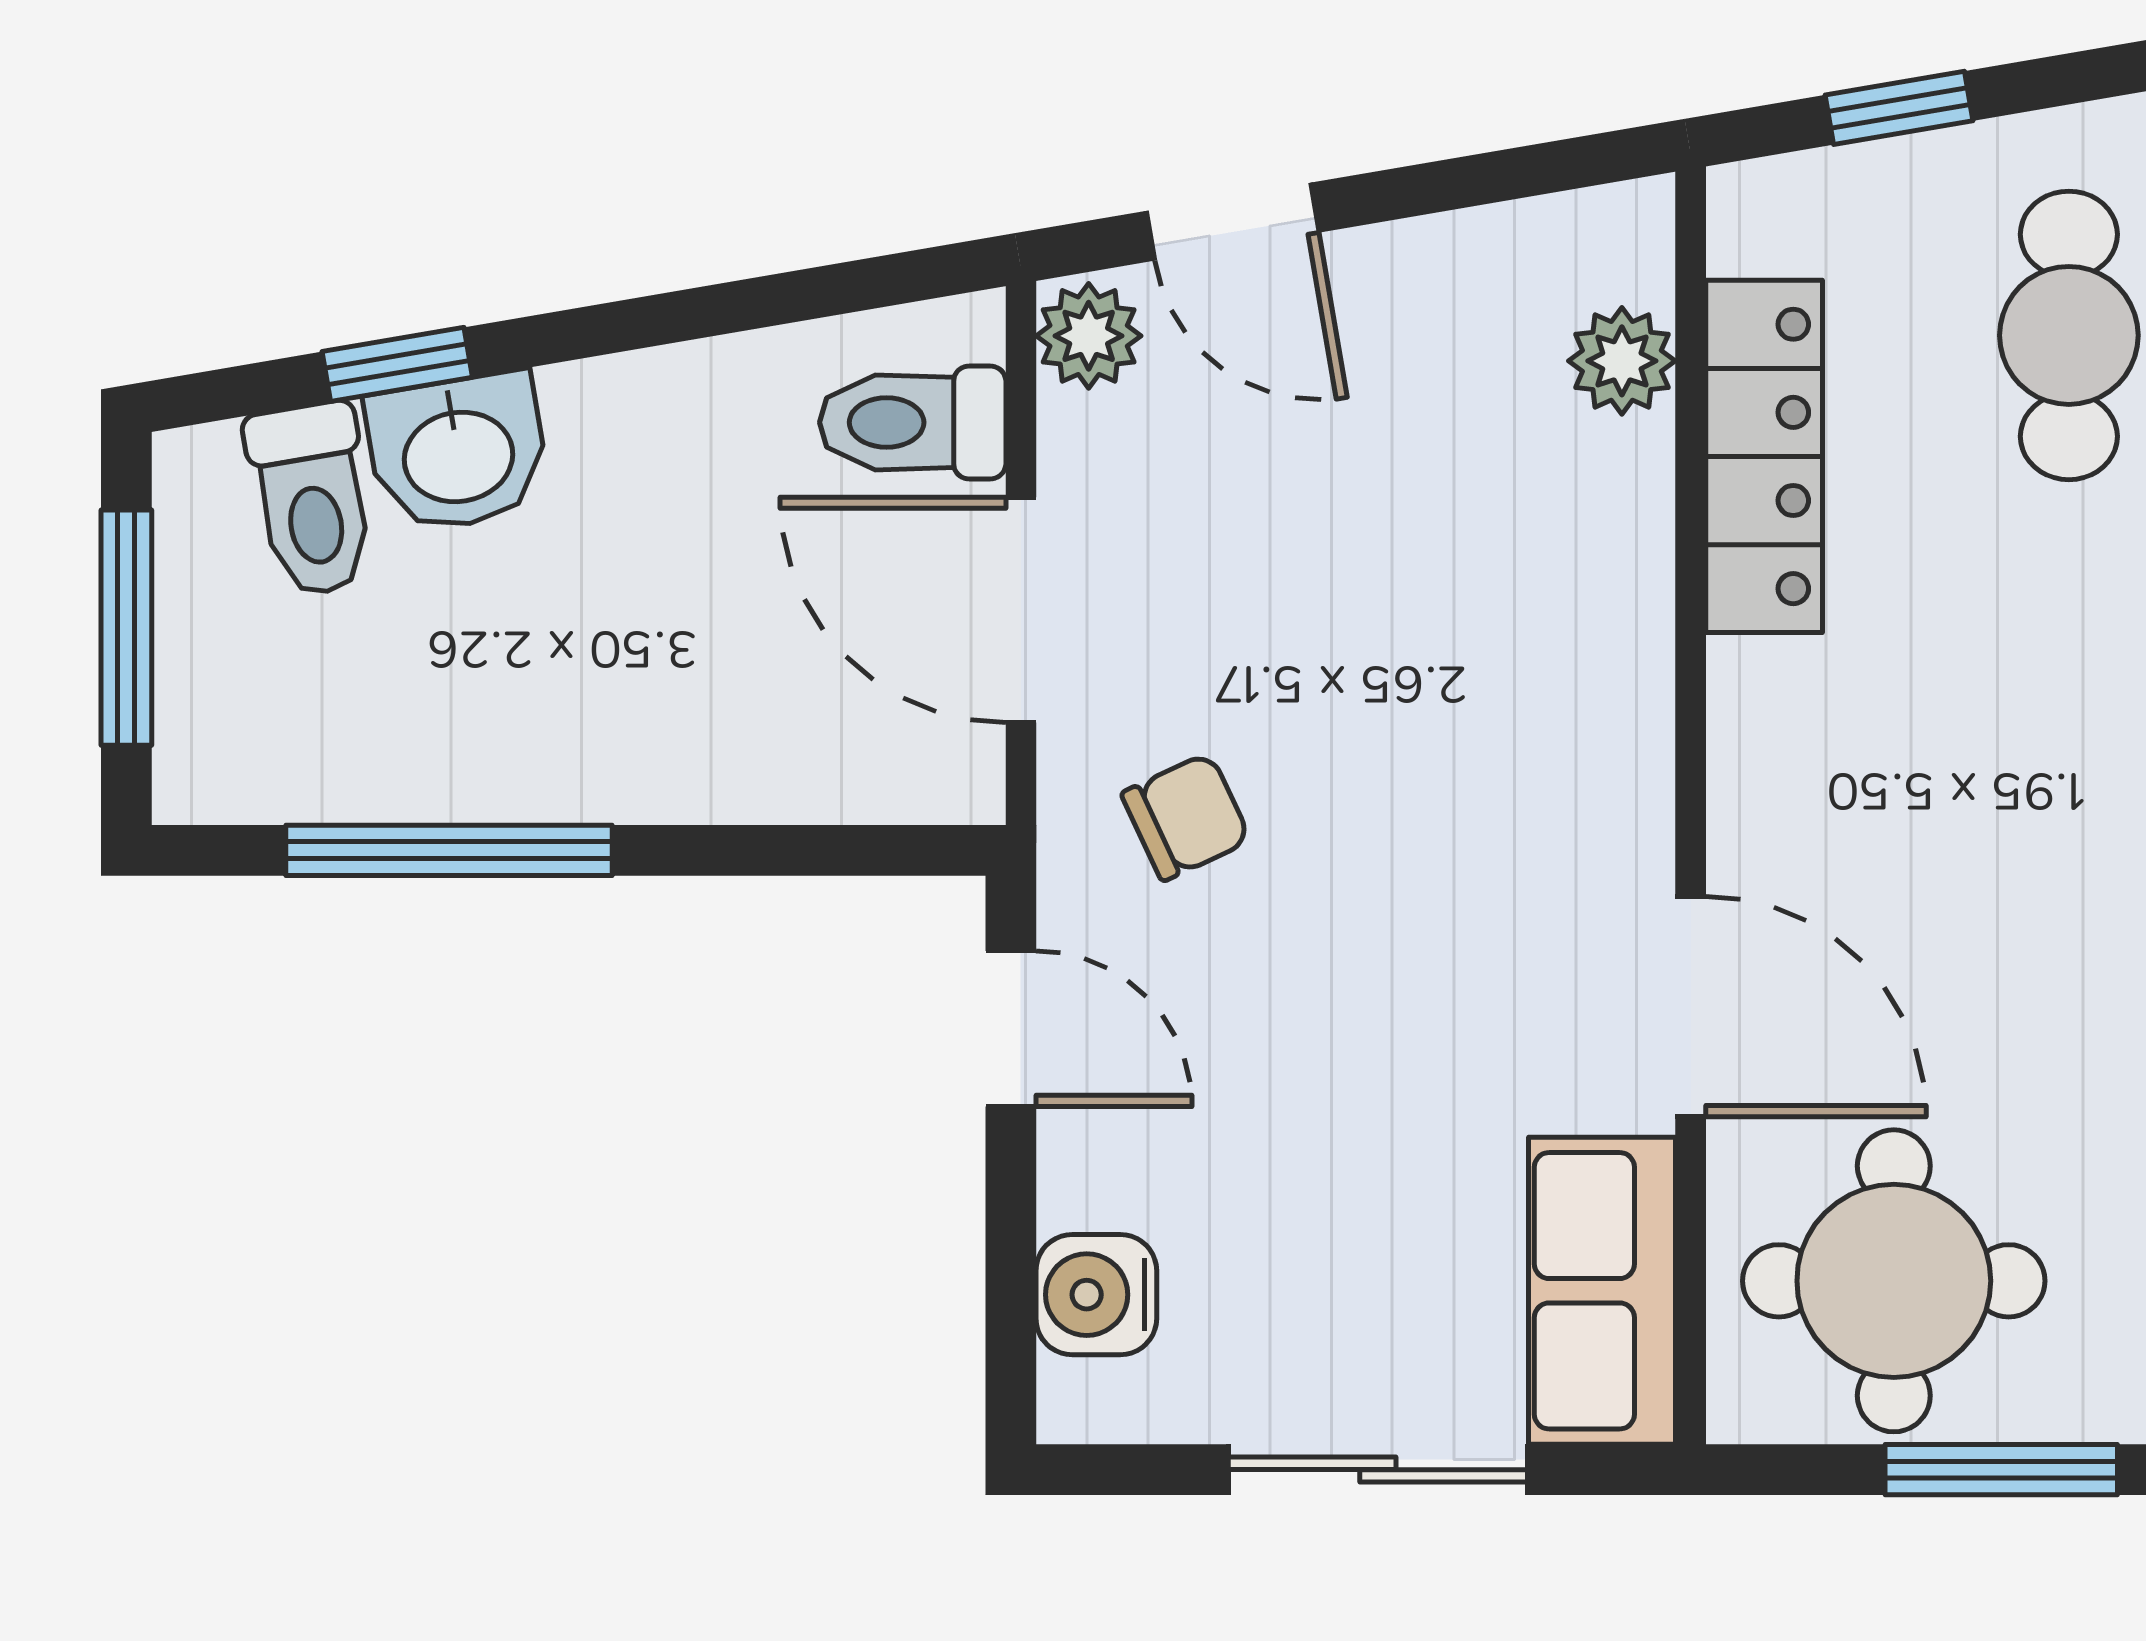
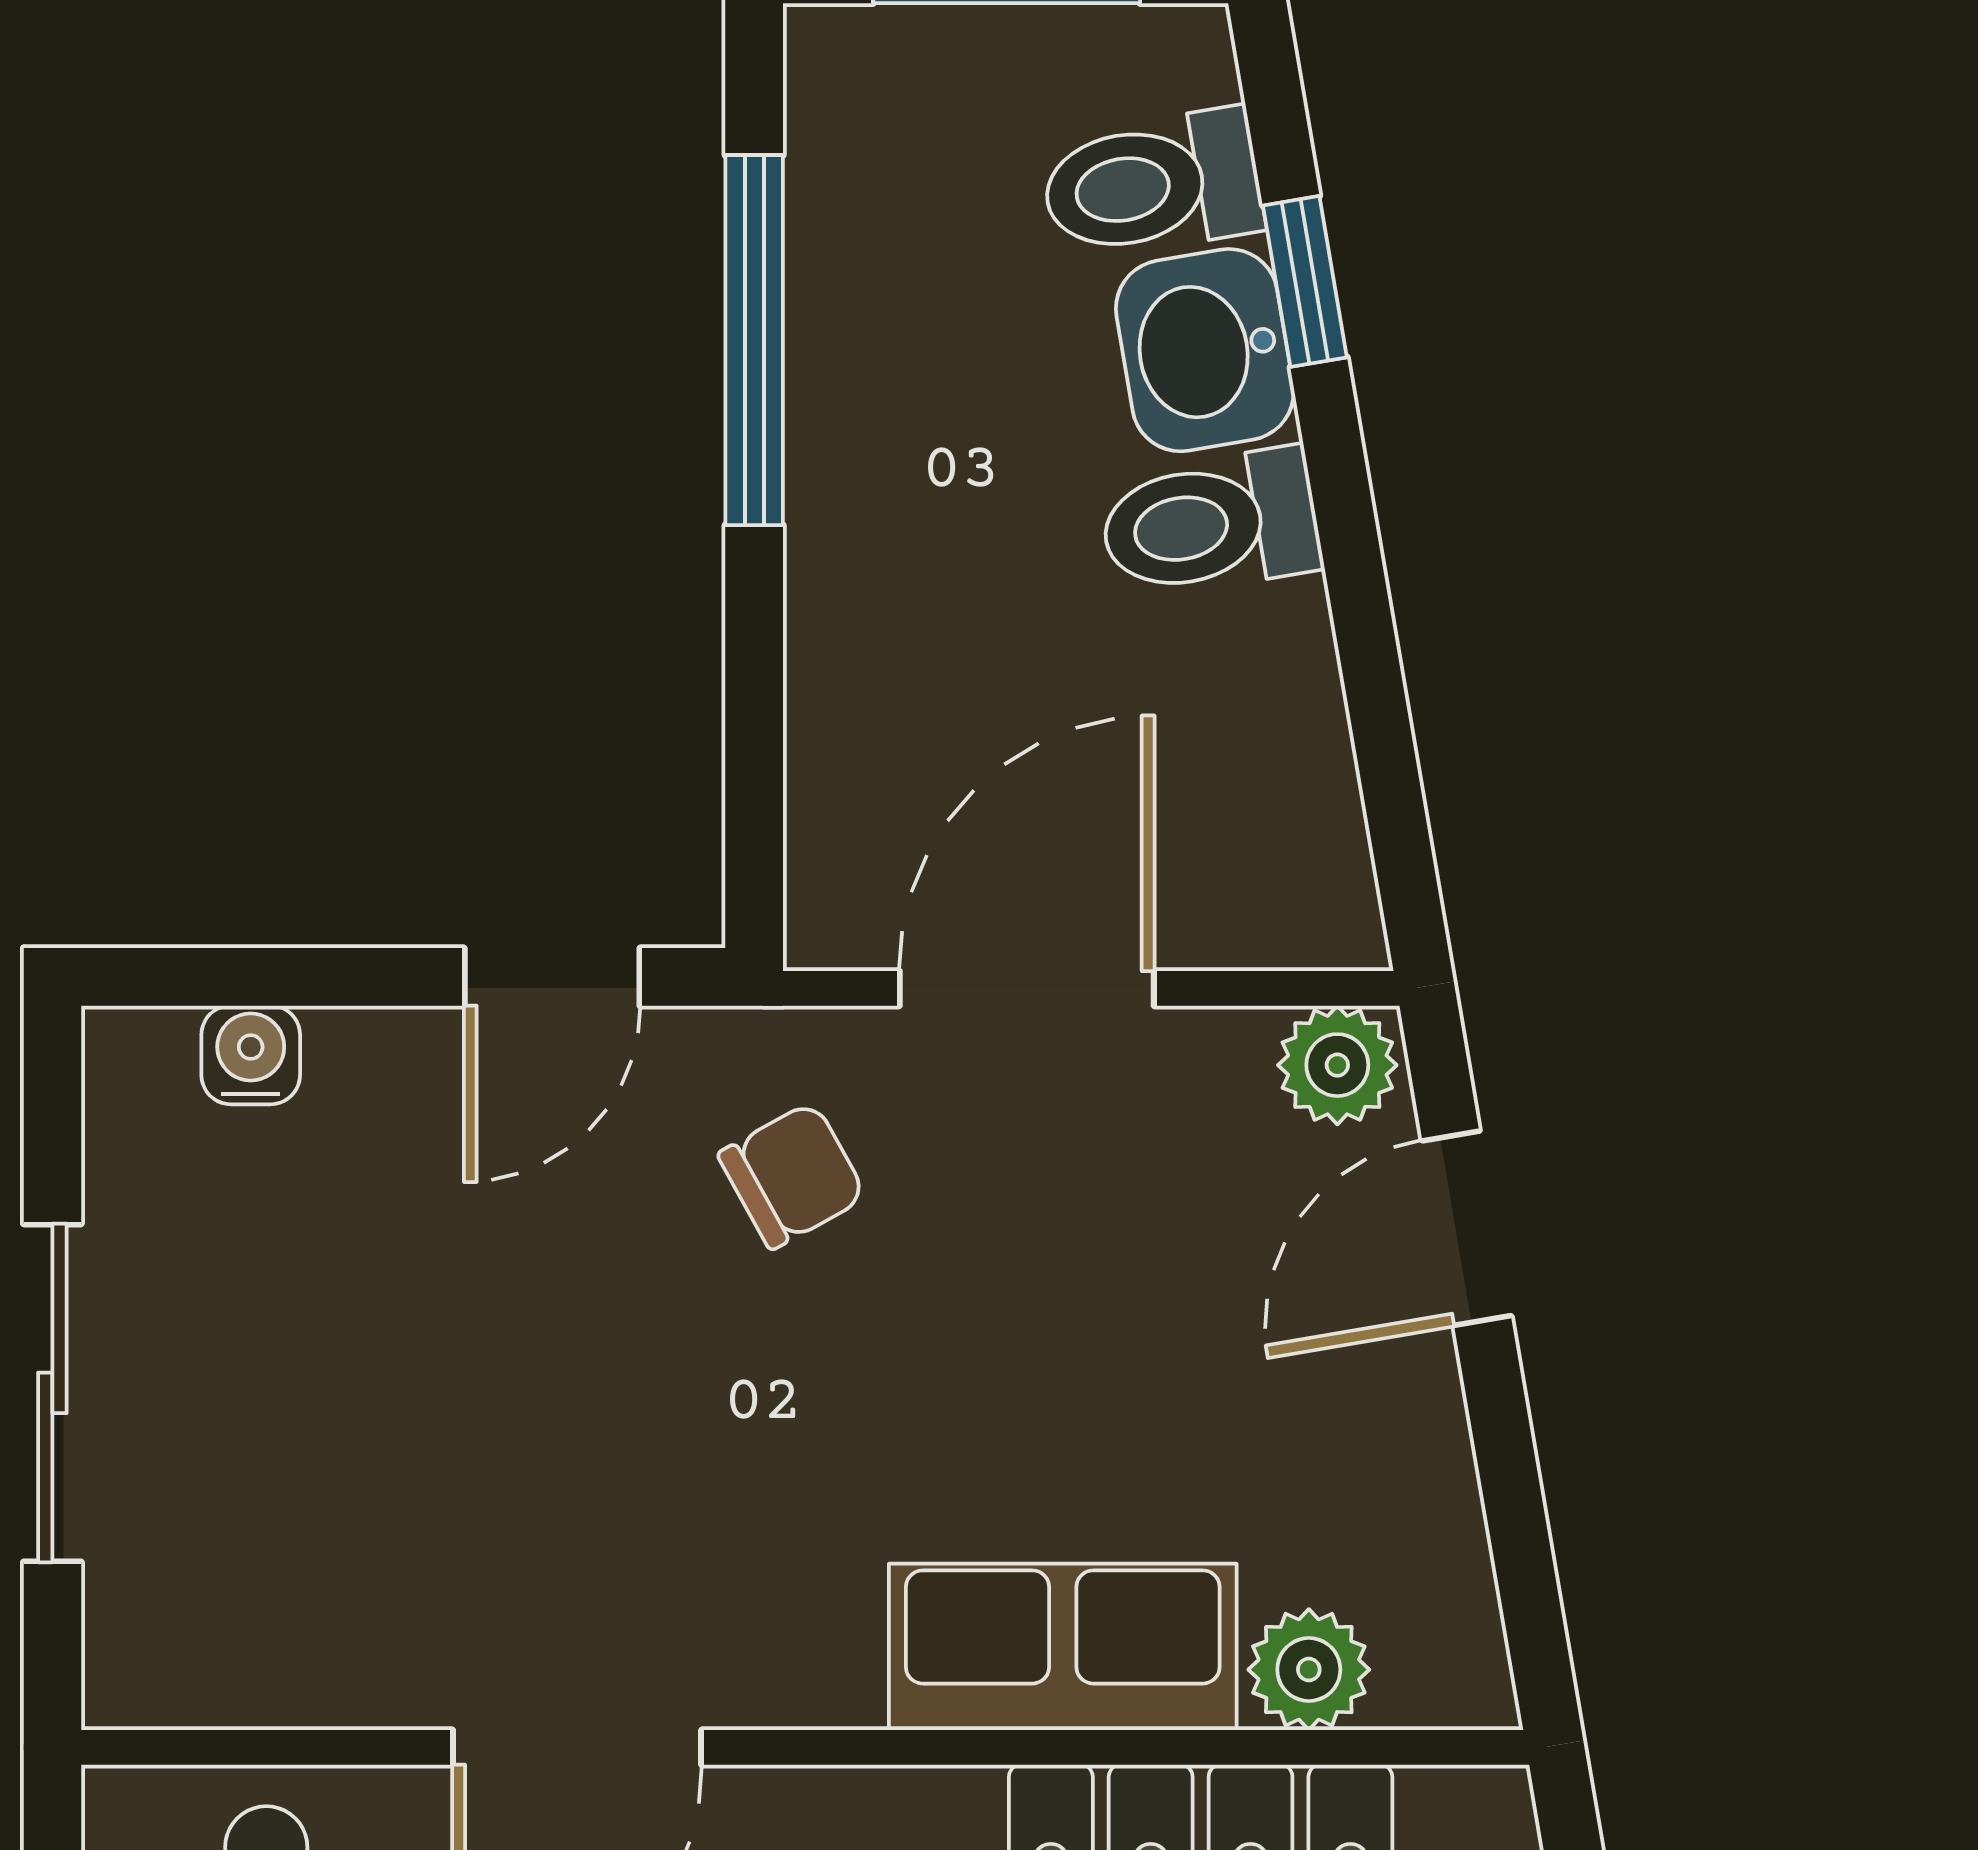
toilet: (913, 422) -> (1210, 524), moved, turned -100
chair: (1186, 817) -> (792, 1175), turned -94
row of seats: (1602, 1291) -> (1063, 1647), moved
water cooler: (1096, 1295) -> (251, 1055), width x0.72, depth x0.72

